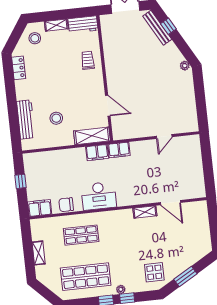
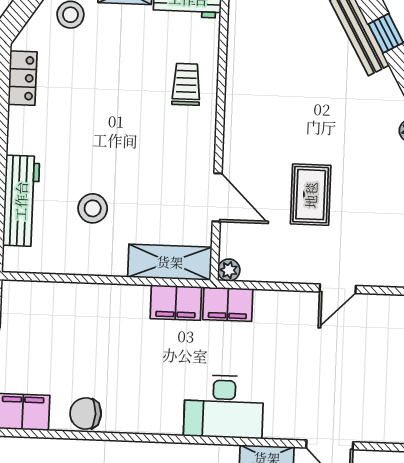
rug: (147, 99) -> (311, 195), added
plant: (117, 136) -> (229, 270), added
desk: (99, 196) -> (224, 407), moved

